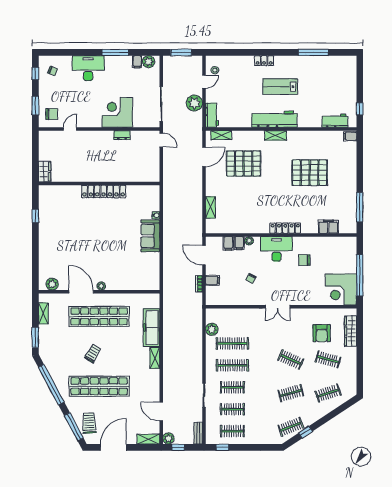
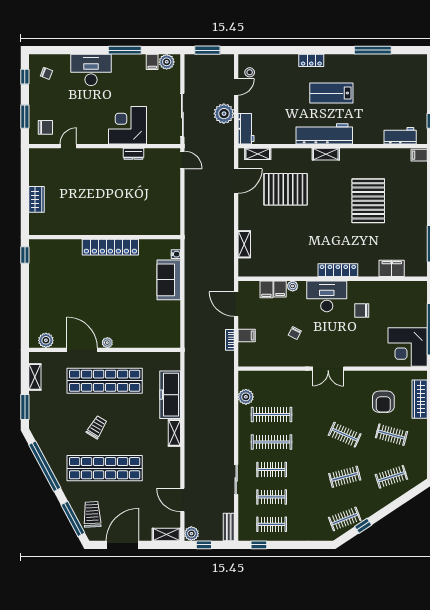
pallet: (310, 173) -> (368, 201), turned 90
wall: (99, 184) -> (105, 237), moved
locker: (104, 192) -> (110, 247), moved

